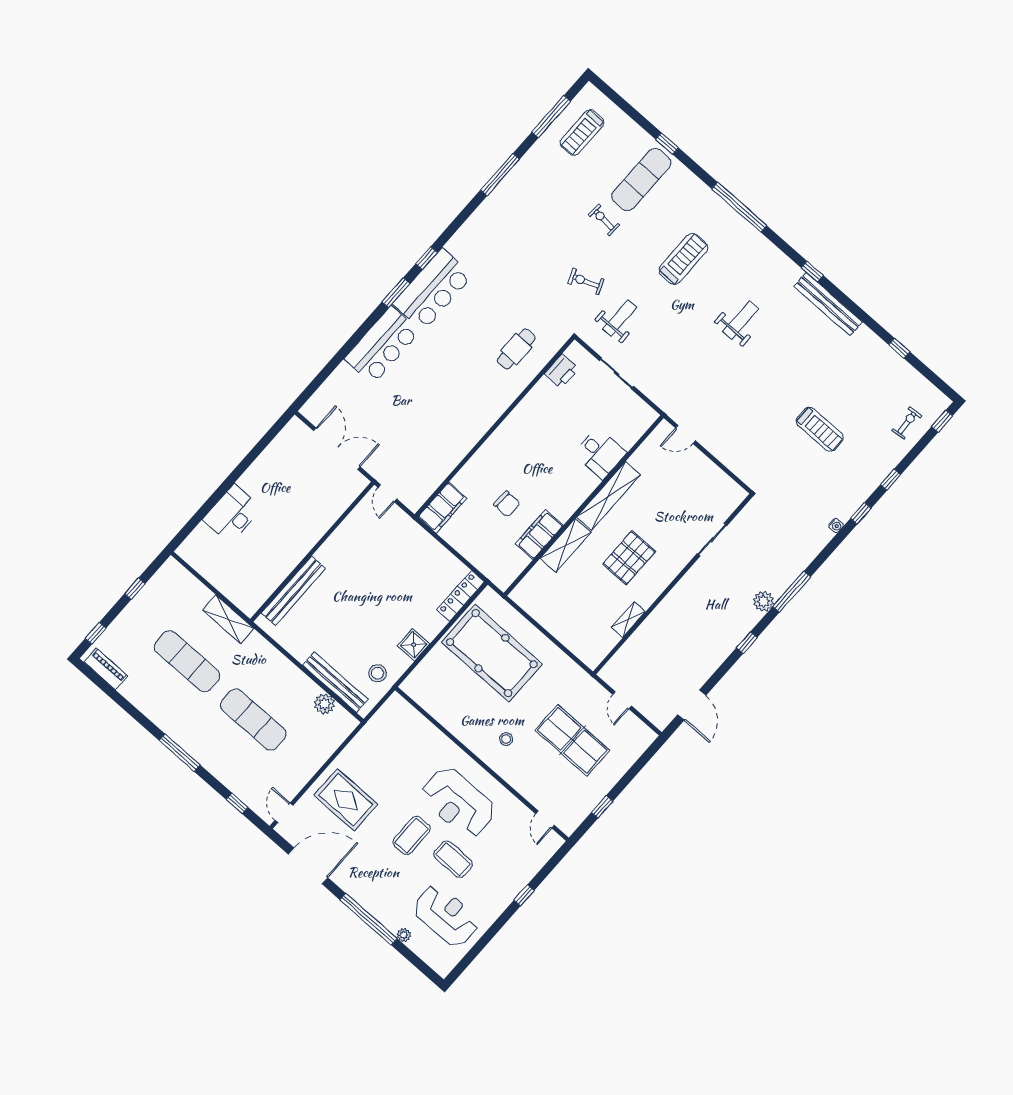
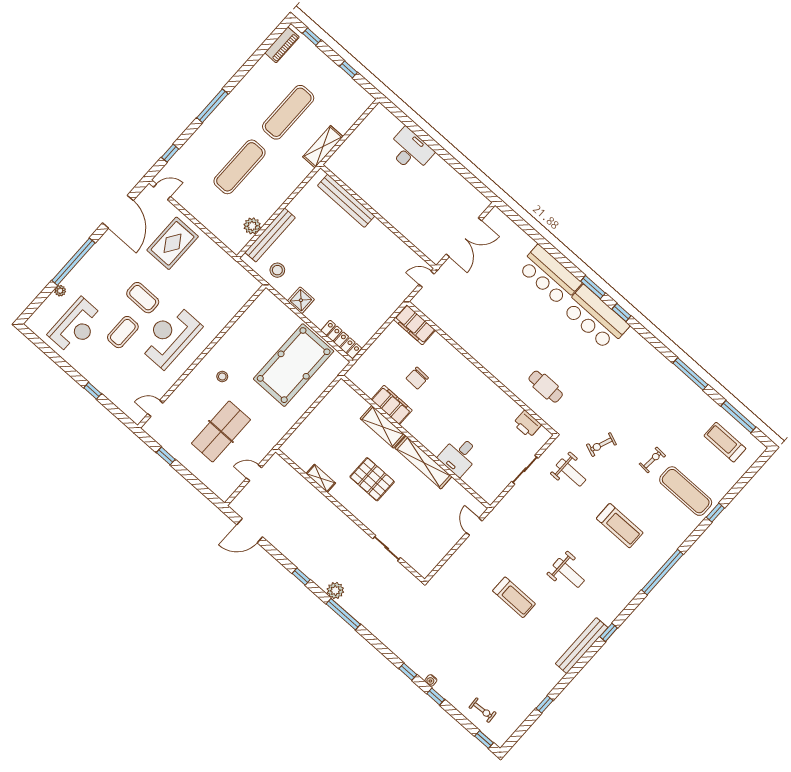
exercise bike: (586, 281) -> (601, 445), turned -138
treadmill: (820, 429) -> (514, 597), moved, turned -90
water cooler: (836, 526) -> (431, 680), moved

